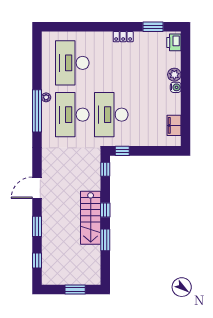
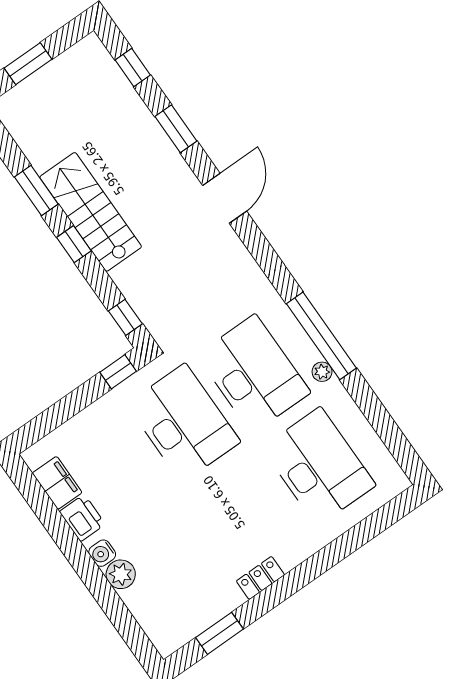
printer: (174, 42) -> (82, 518), moved

